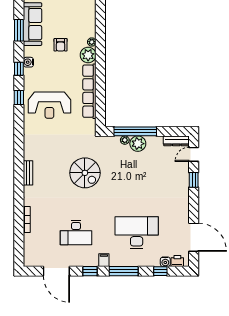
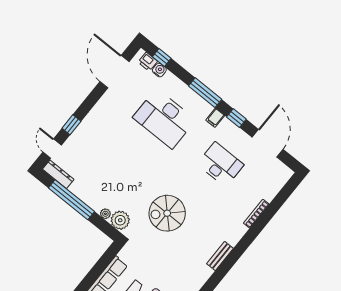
window: (135, 131) -> (71, 200), moved
plant: (138, 144) -> (120, 220), moved
door: (194, 154) -> (52, 149), swing flipped
spiral stairs: (85, 173) -> (167, 213), turned -90
window: (160, 271) -> (162, 57), moved

